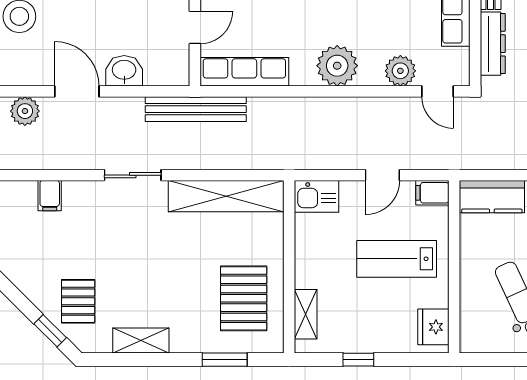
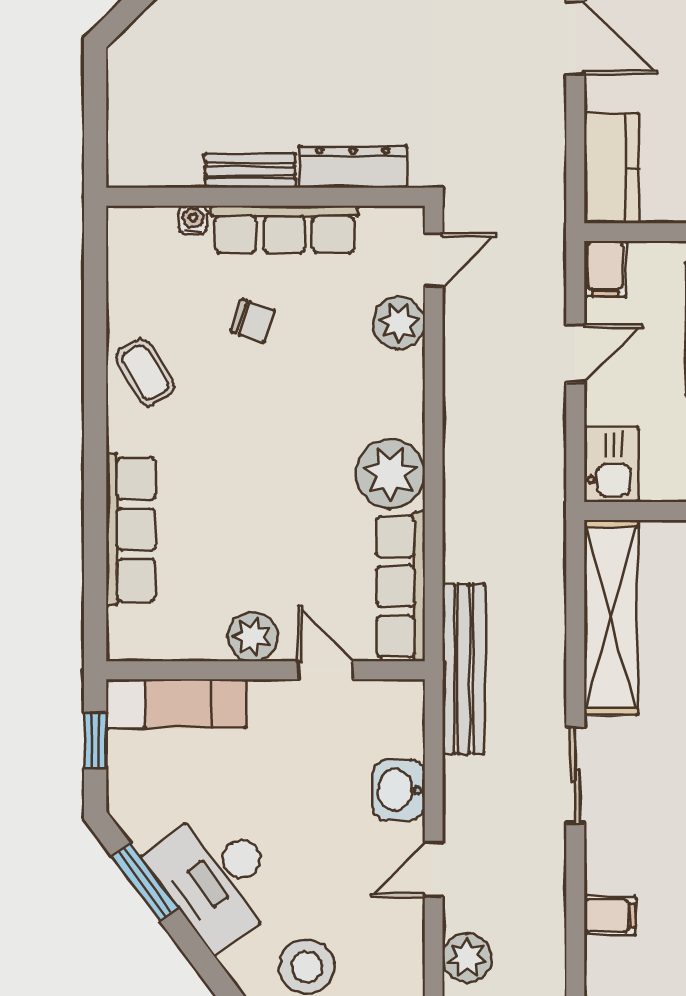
plant: (337, 66) -> (390, 474), moved
door: (77, 91) -> (434, 870), width x0.73
door: (382, 175) -> (575, 353), hinge flipped

